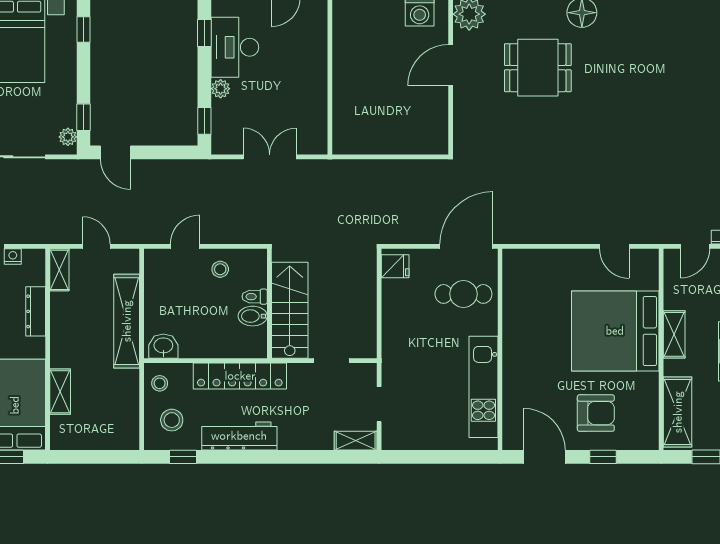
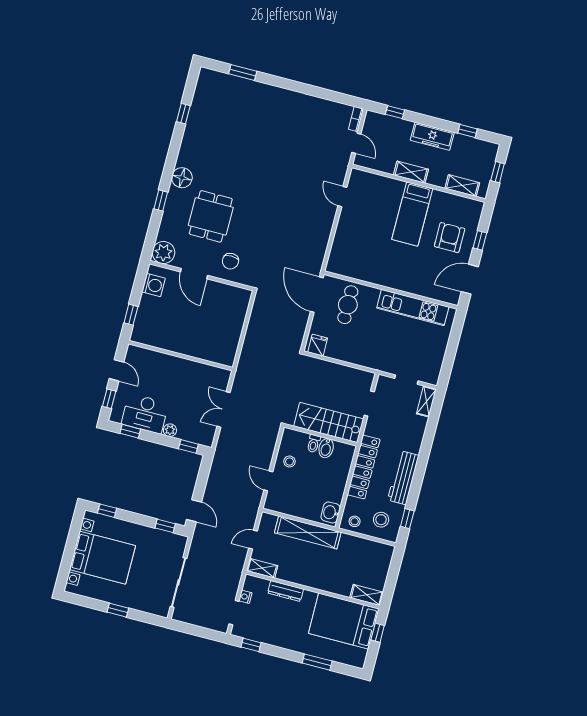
chair: (482, 112) -> (230, 261), added
plant: (68, 137) -> (175, 540), removed
door: (116, 152) -> (194, 511), hinge flipped
door: (614, 246) -> (342, 197), swing flipped
bed: (615, 331) -> (412, 214), width x0.49
shelving: (60, 392) -> (367, 595), moved
shelving: (678, 412) -> (462, 186), width x0.67, depth x0.75

